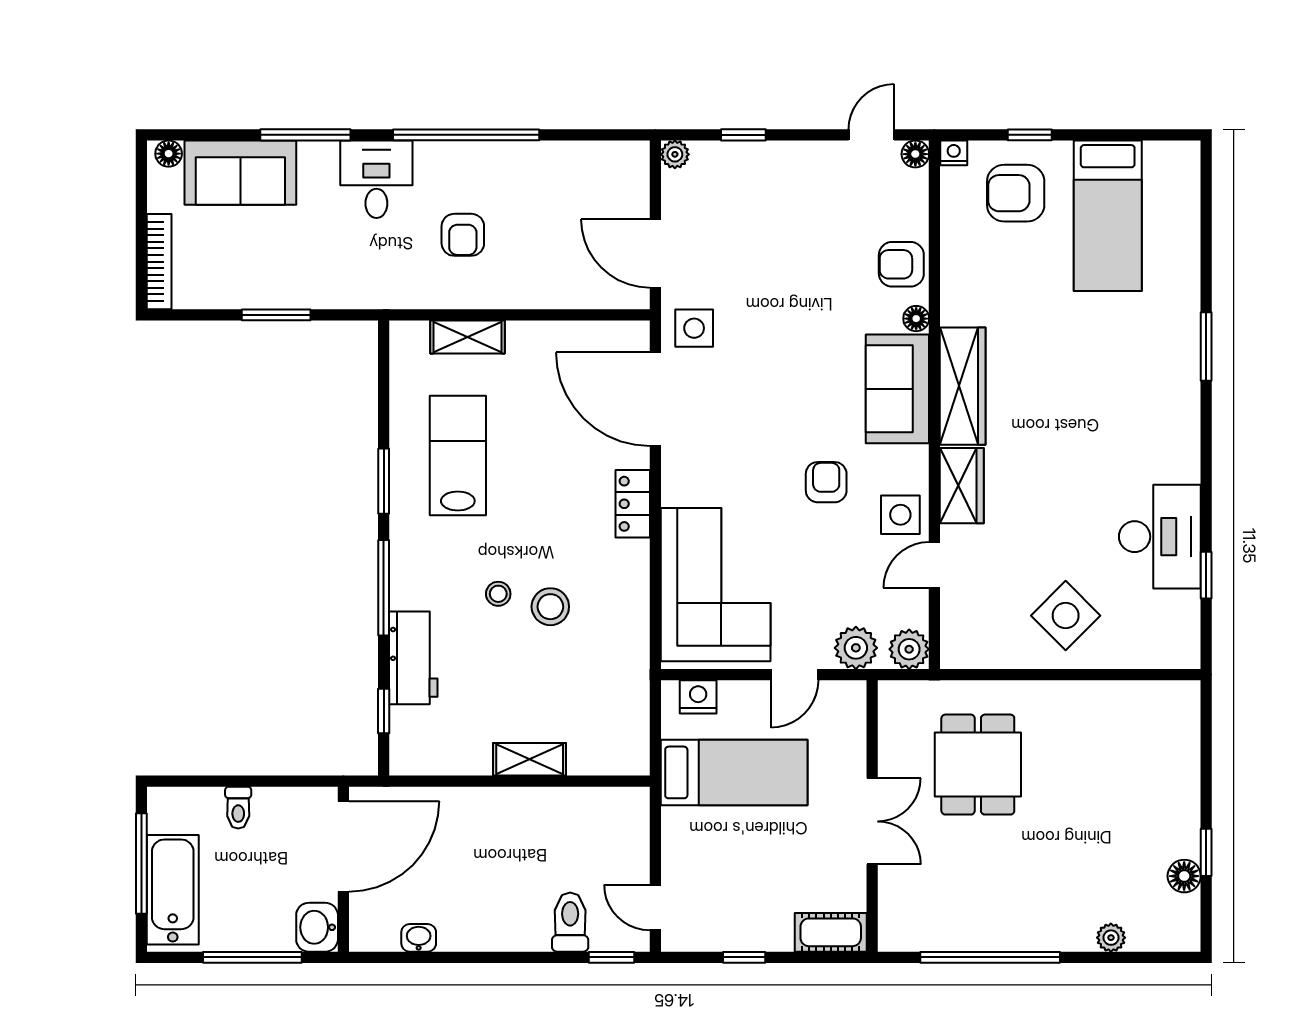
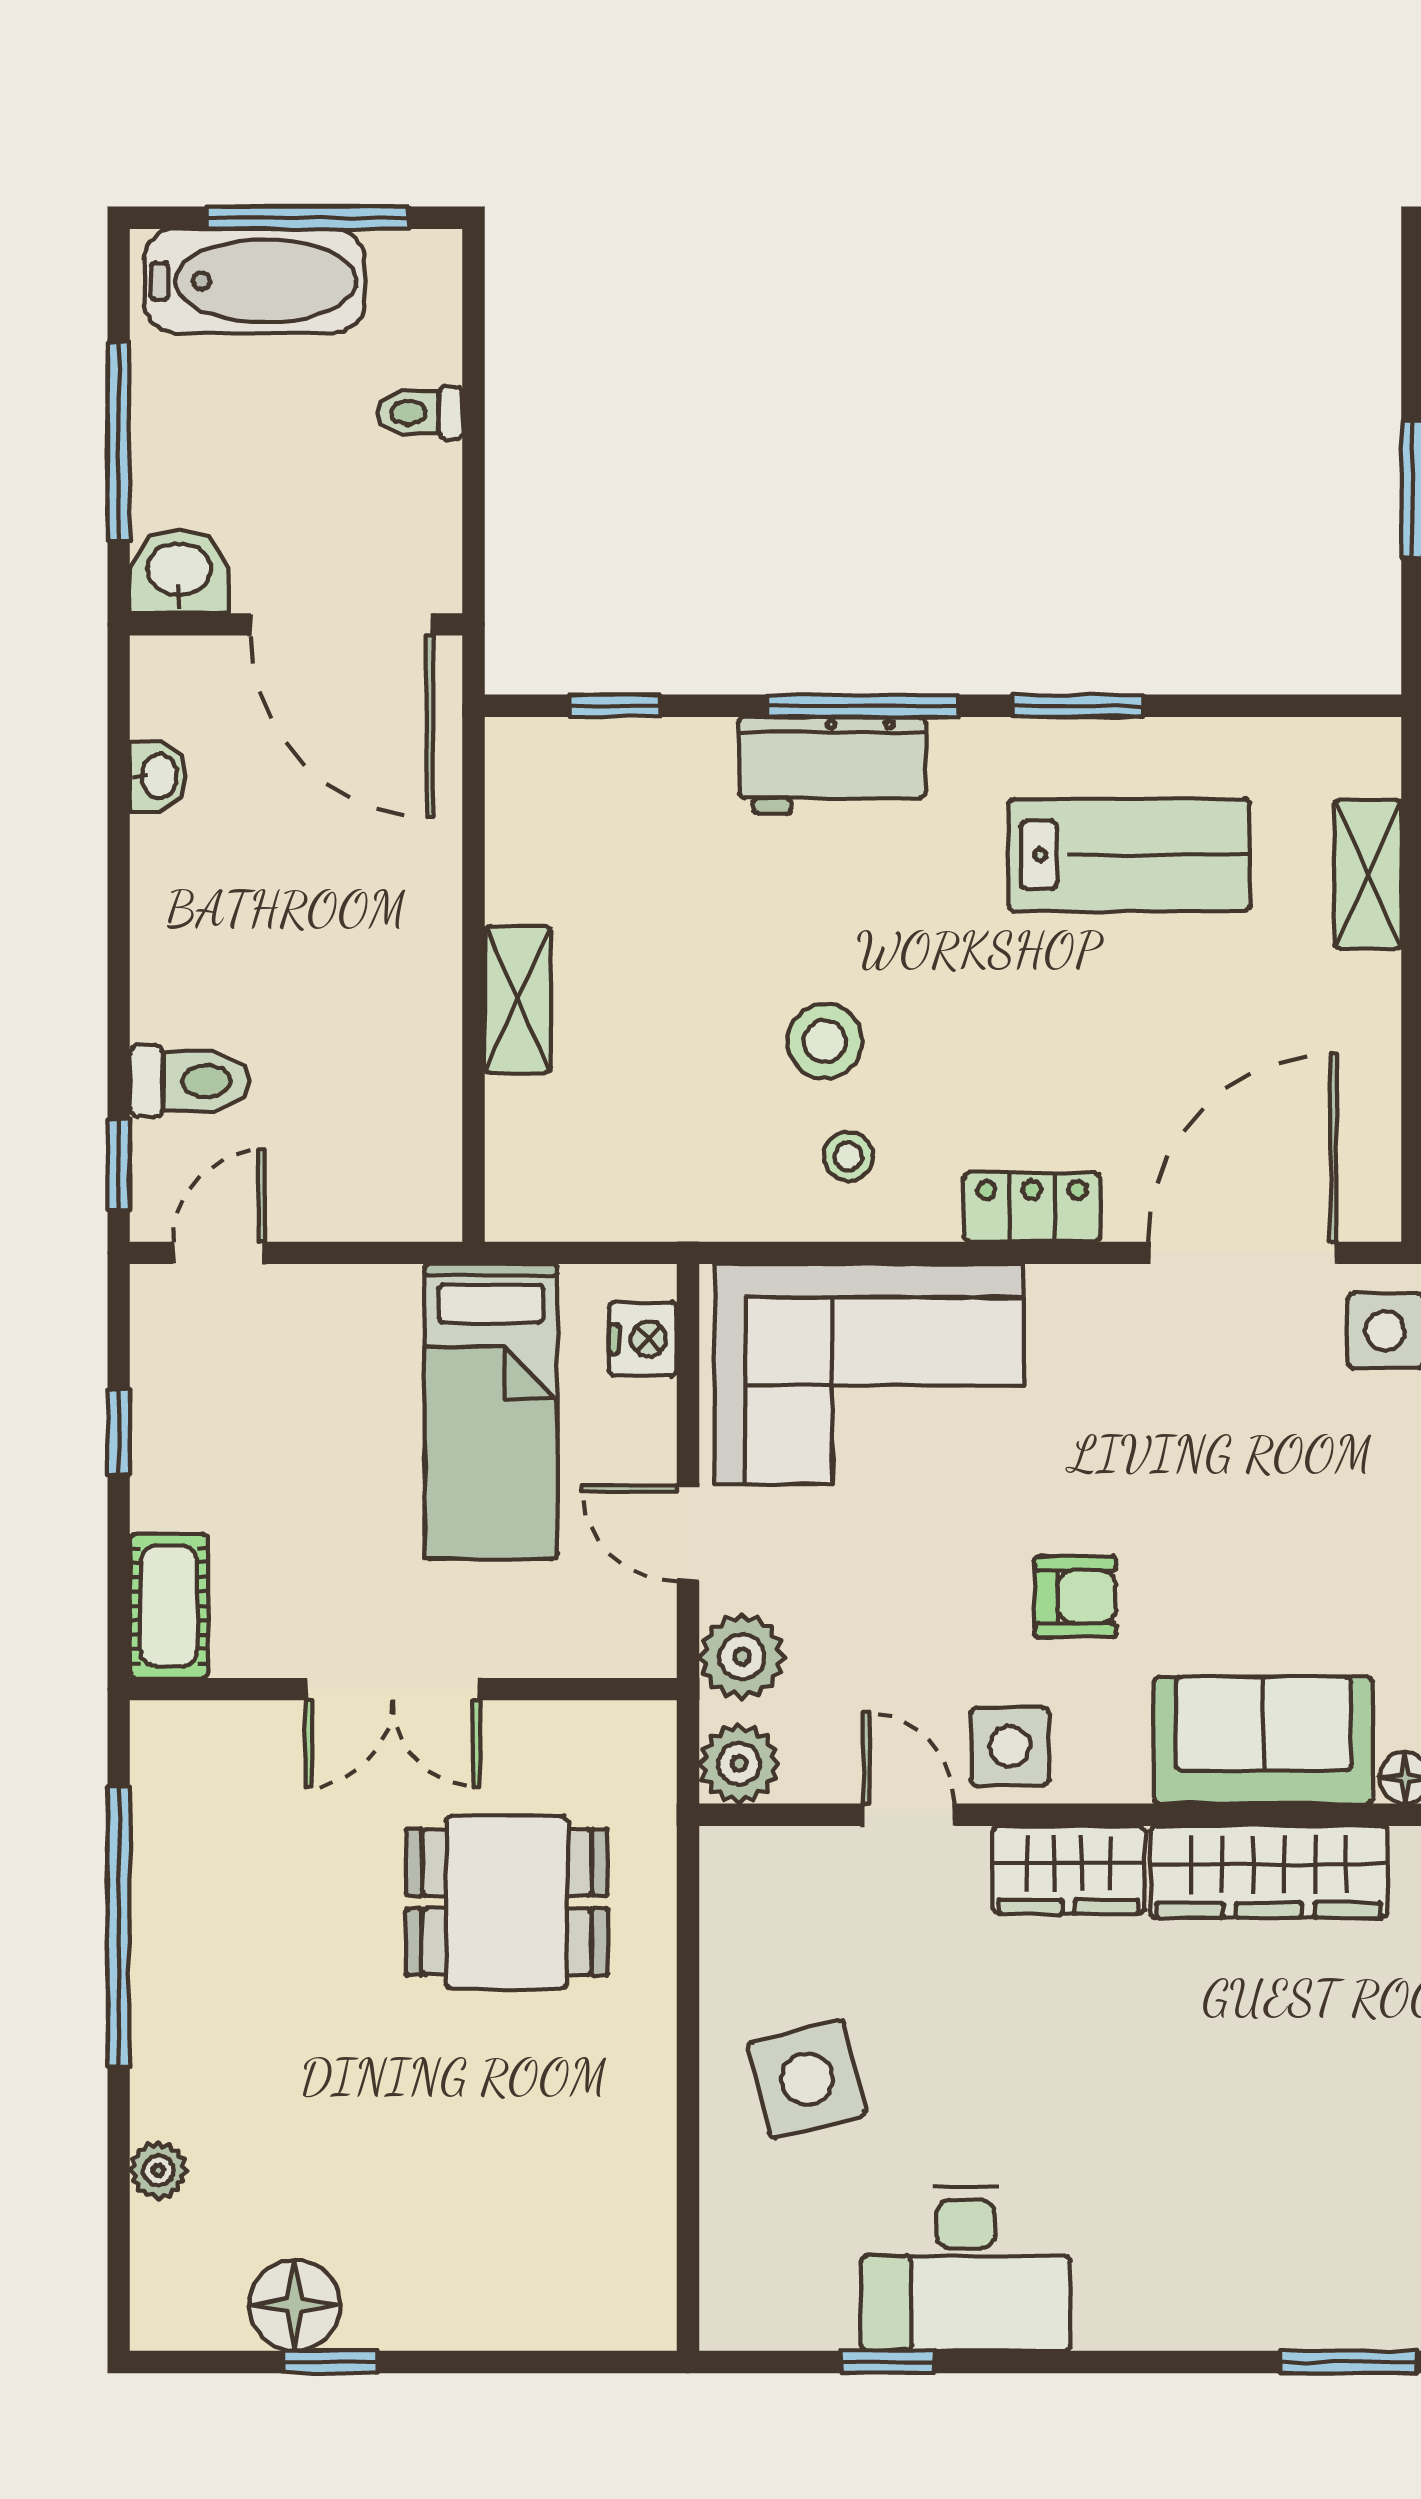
stool: (498, 594) -> (848, 1157), moved
side table: (1066, 616) -> (807, 2079), turned 31
workbench: (413, 658) -> (832, 765), moved
floor lamp: (1184, 876) -> (295, 2305), width x1.38, depth x1.38

